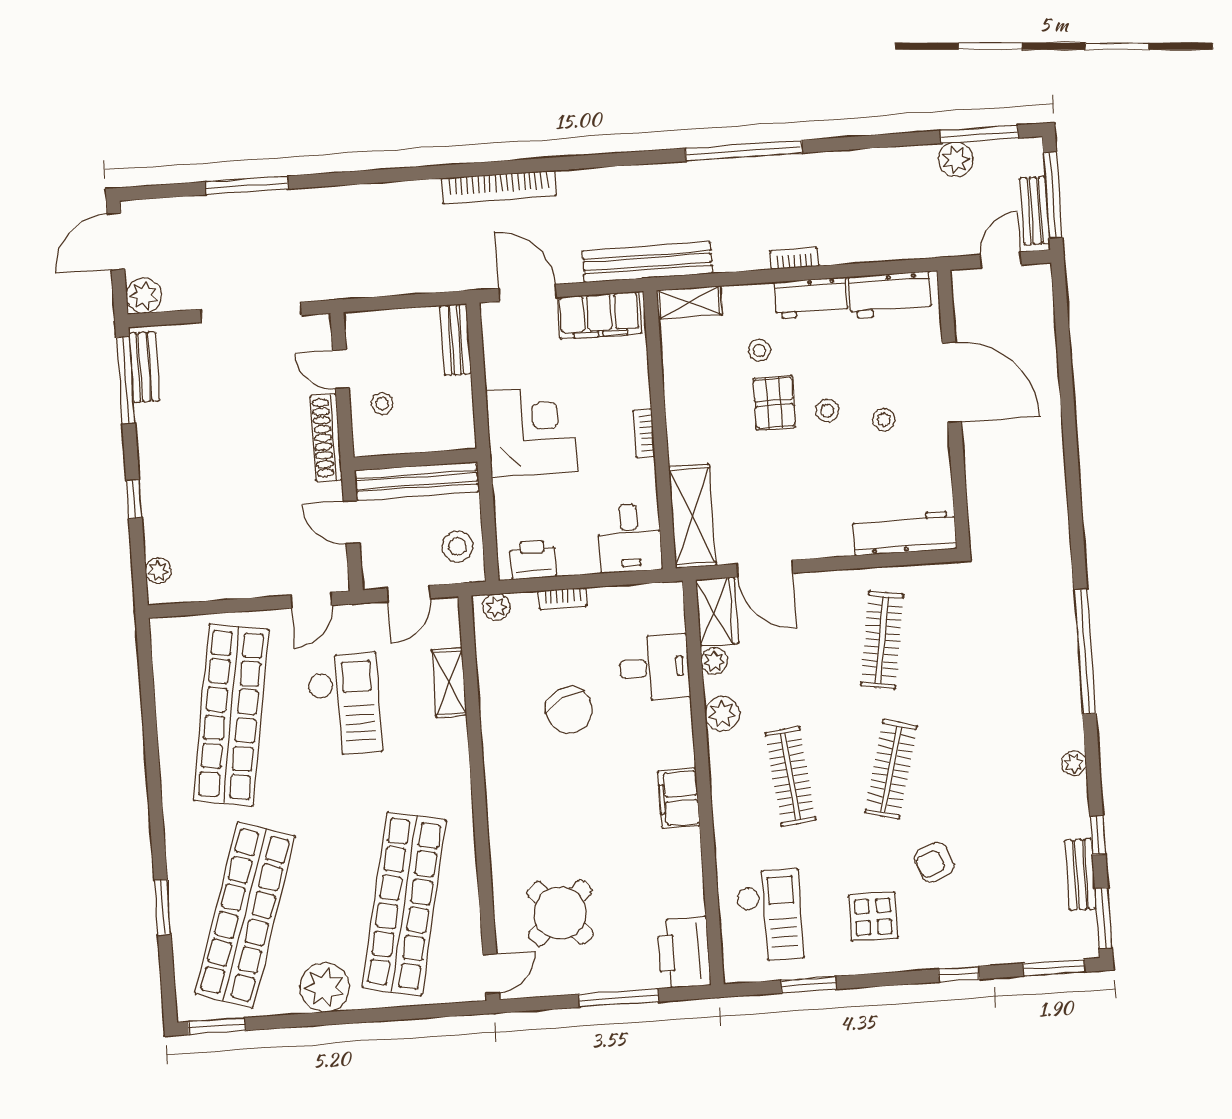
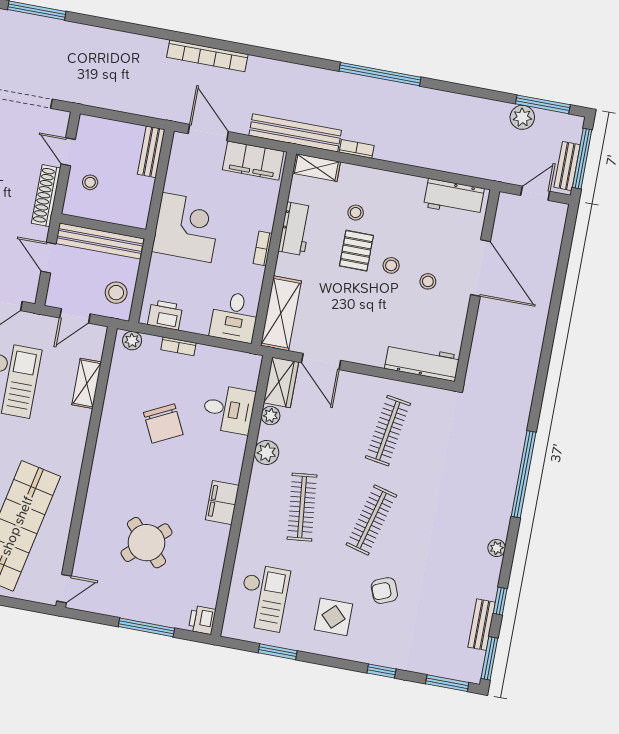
bookcase: (794, 258) -> (357, 149), moved
workbench: (811, 298) -> (295, 229), moved, turned -90
round table: (560, 913) -> (146, 543), moved
printer: (684, 952) -> (202, 620), width x0.53, depth x0.68

